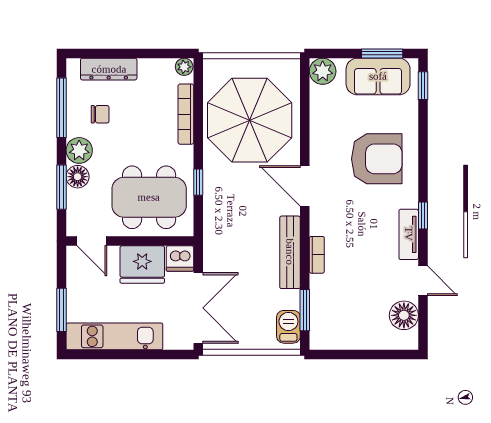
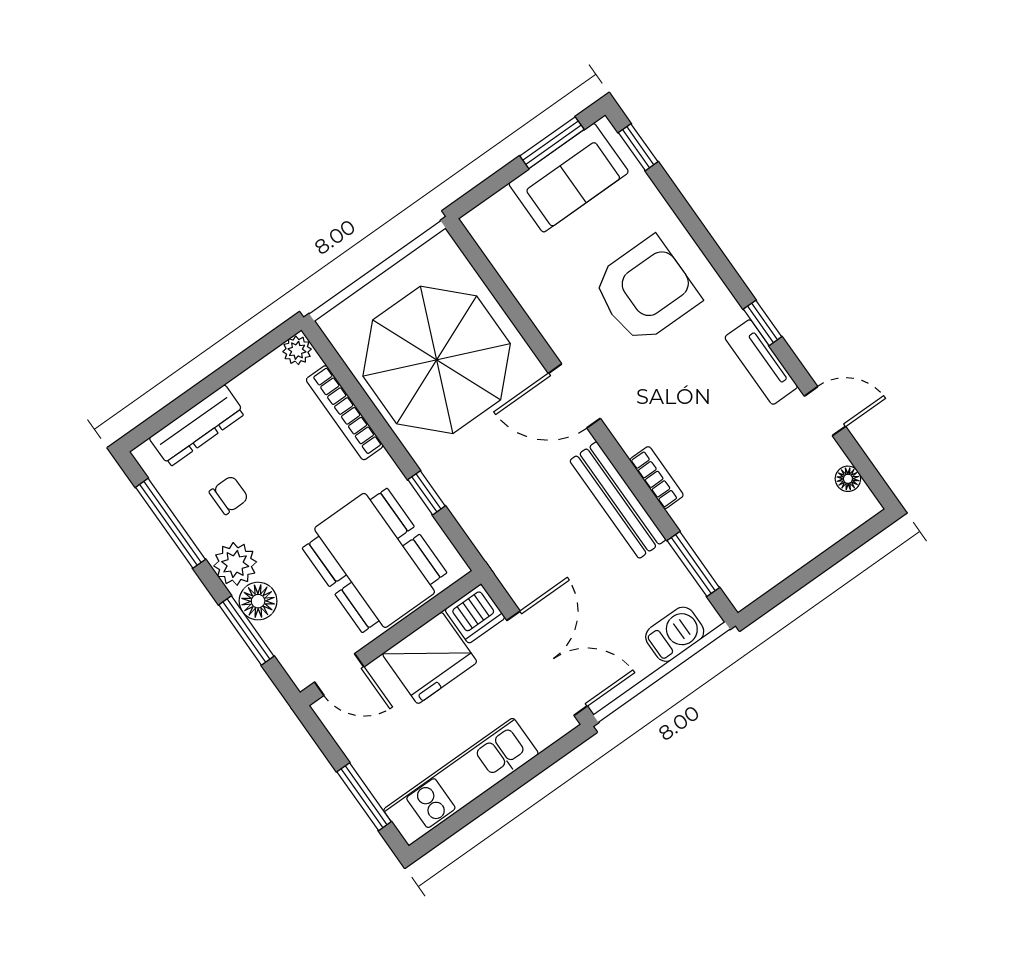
plant: (323, 71) -> (489, 224), removed
dining table: (149, 197) -> (375, 560), turned 90
floor lamp: (404, 315) -> (848, 479), width x0.53, depth x0.53
barbecue: (288, 327) -> (675, 634), moved, turned 90

